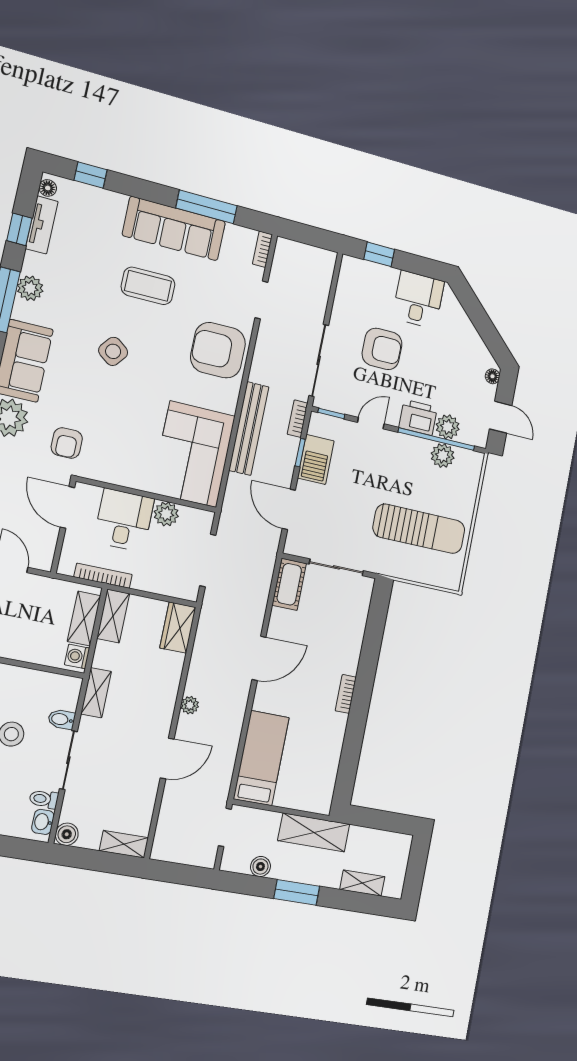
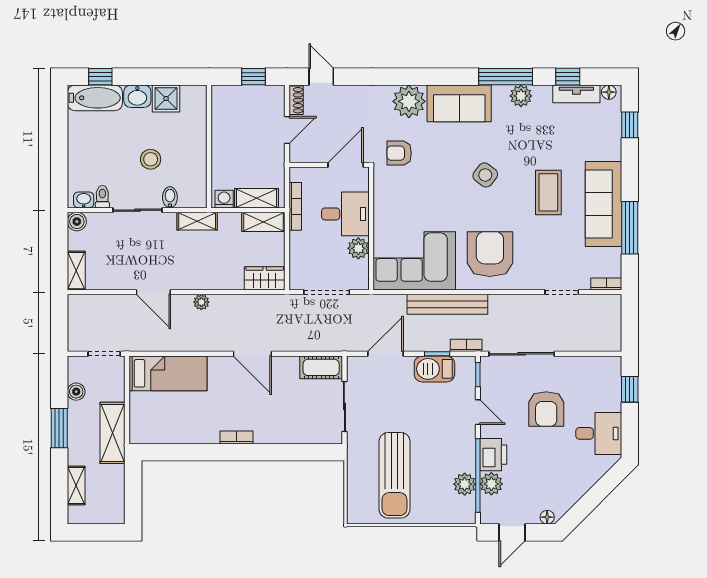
armchair: (218, 350) -> (490, 254), moved

